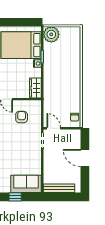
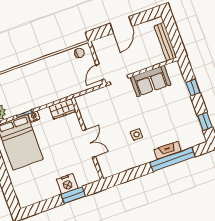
armchair: (22, 117) -> (101, 113), removed
sofa: (26, 184) -> (151, 81), moved, turned -90

